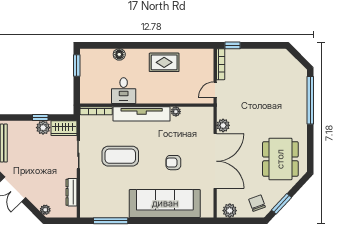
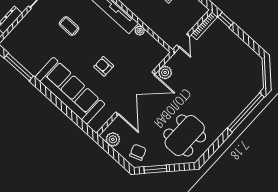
door: (215, 90) -> (183, 41), swing flipped
coffee table: (120, 156) -> (69, 26), width x0.54, depth x0.58

